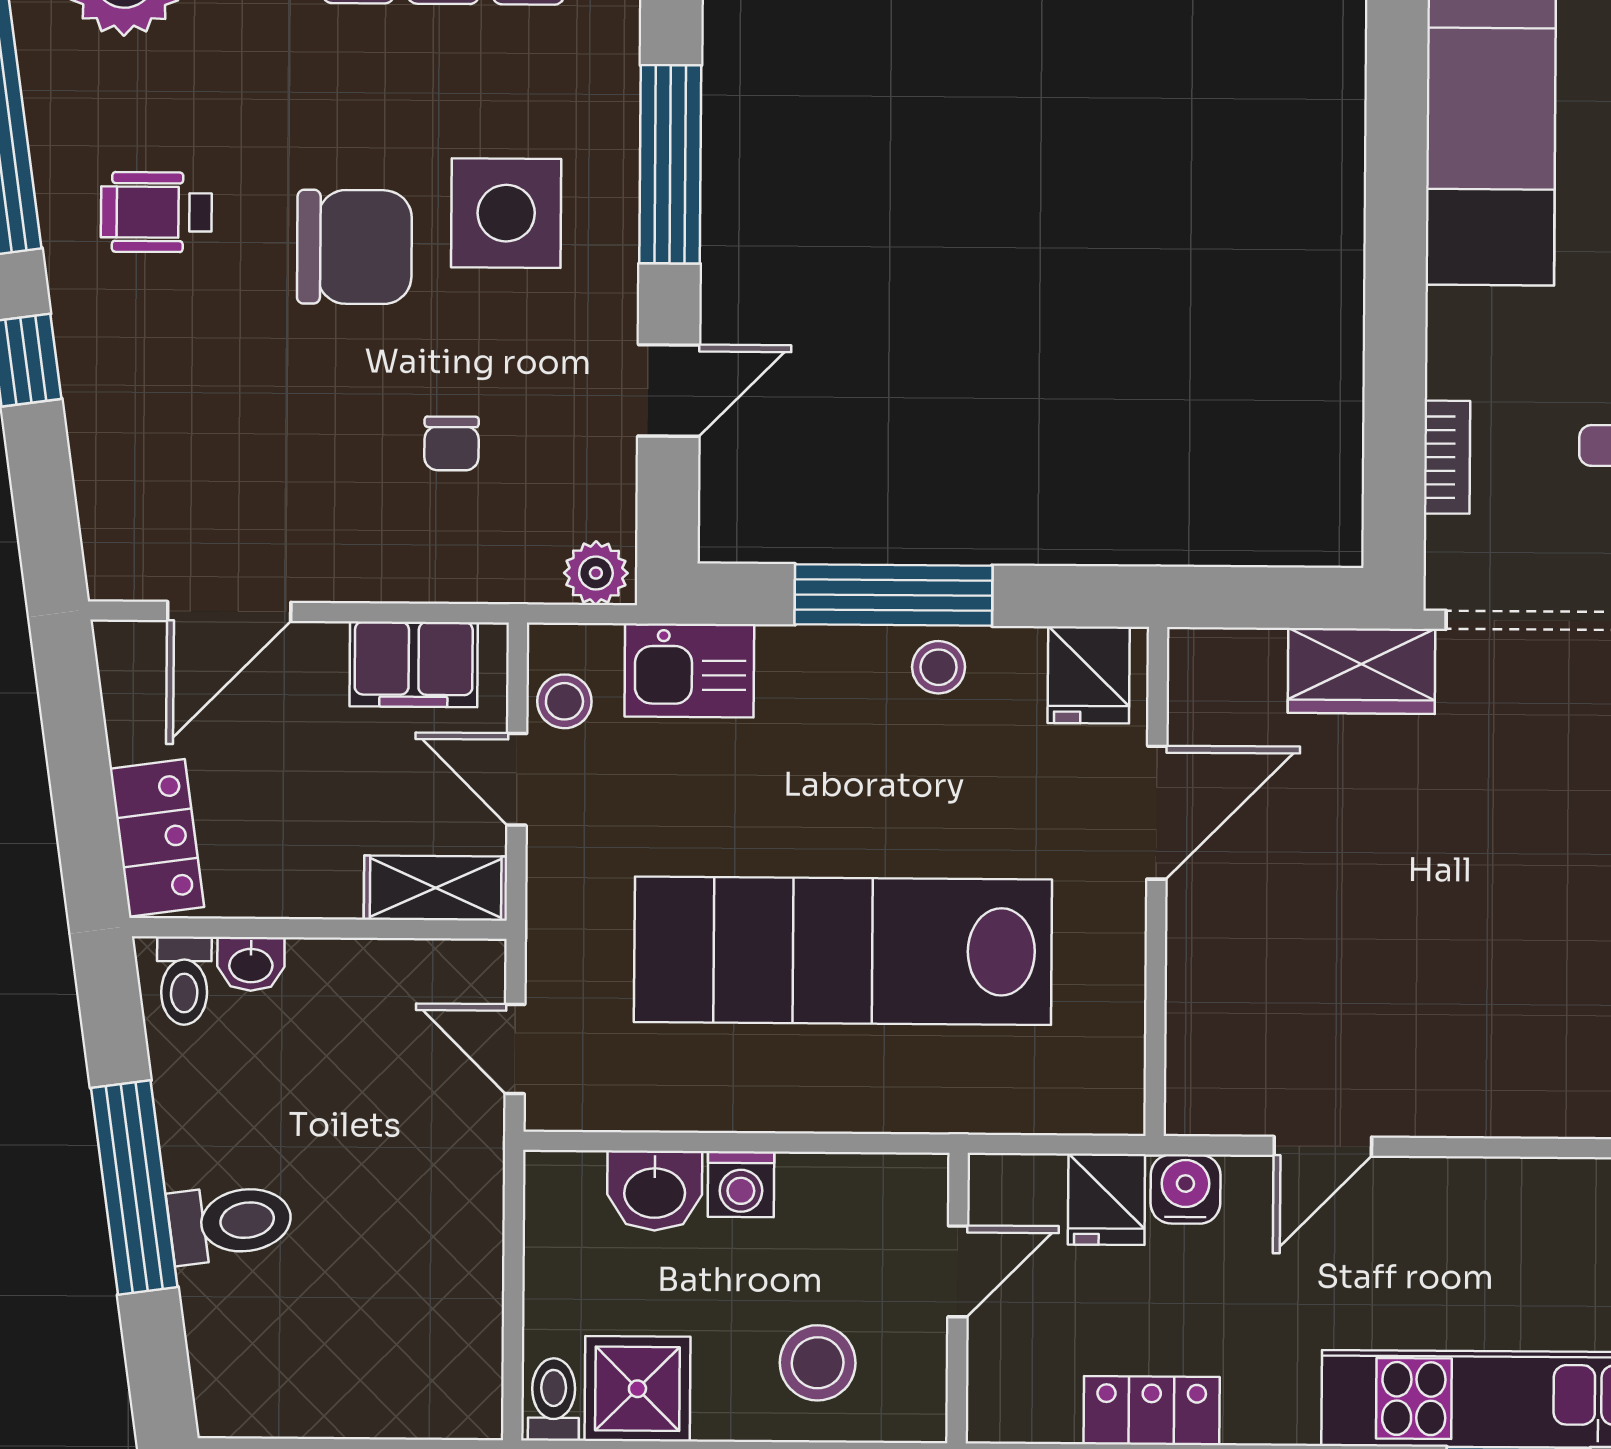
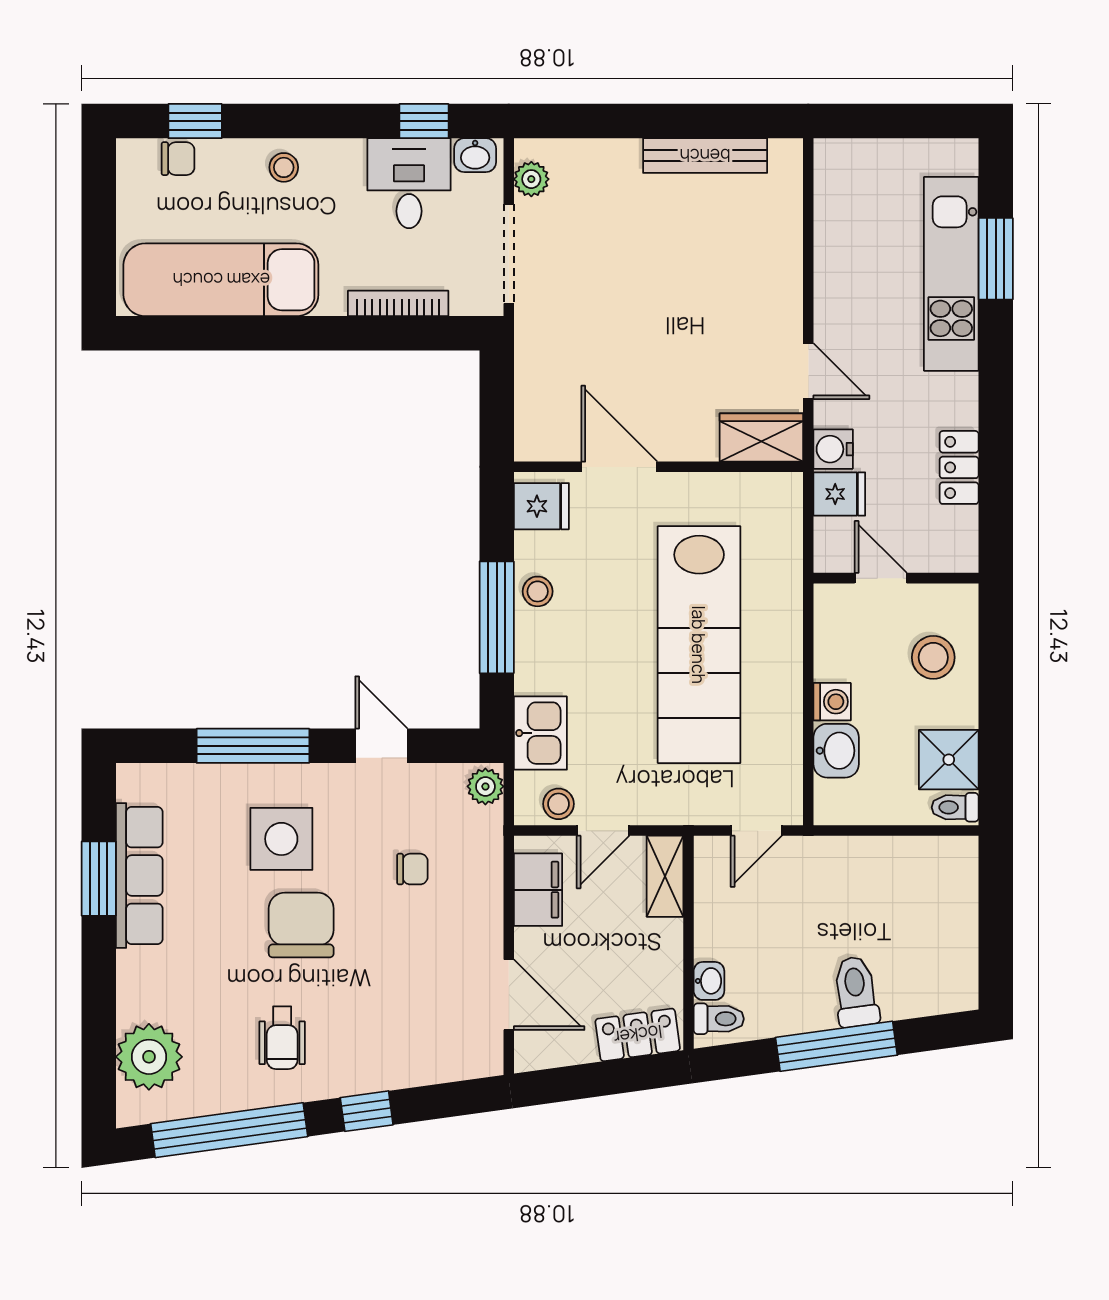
bookcase: (1447, 457) -> (398, 303), width x1.56
wardrobe: (1361, 671) -> (761, 438), moved, turned -90

